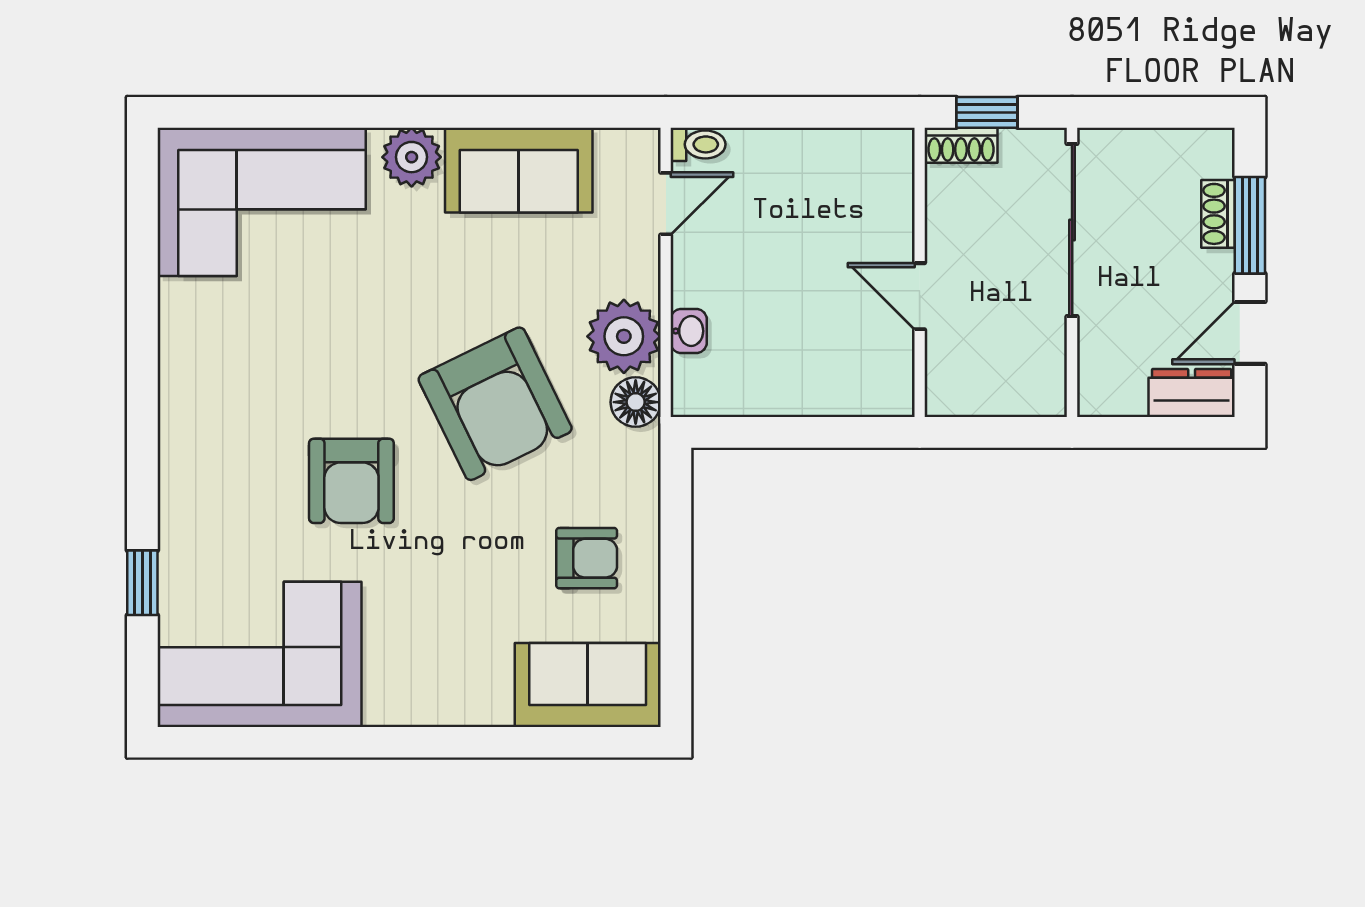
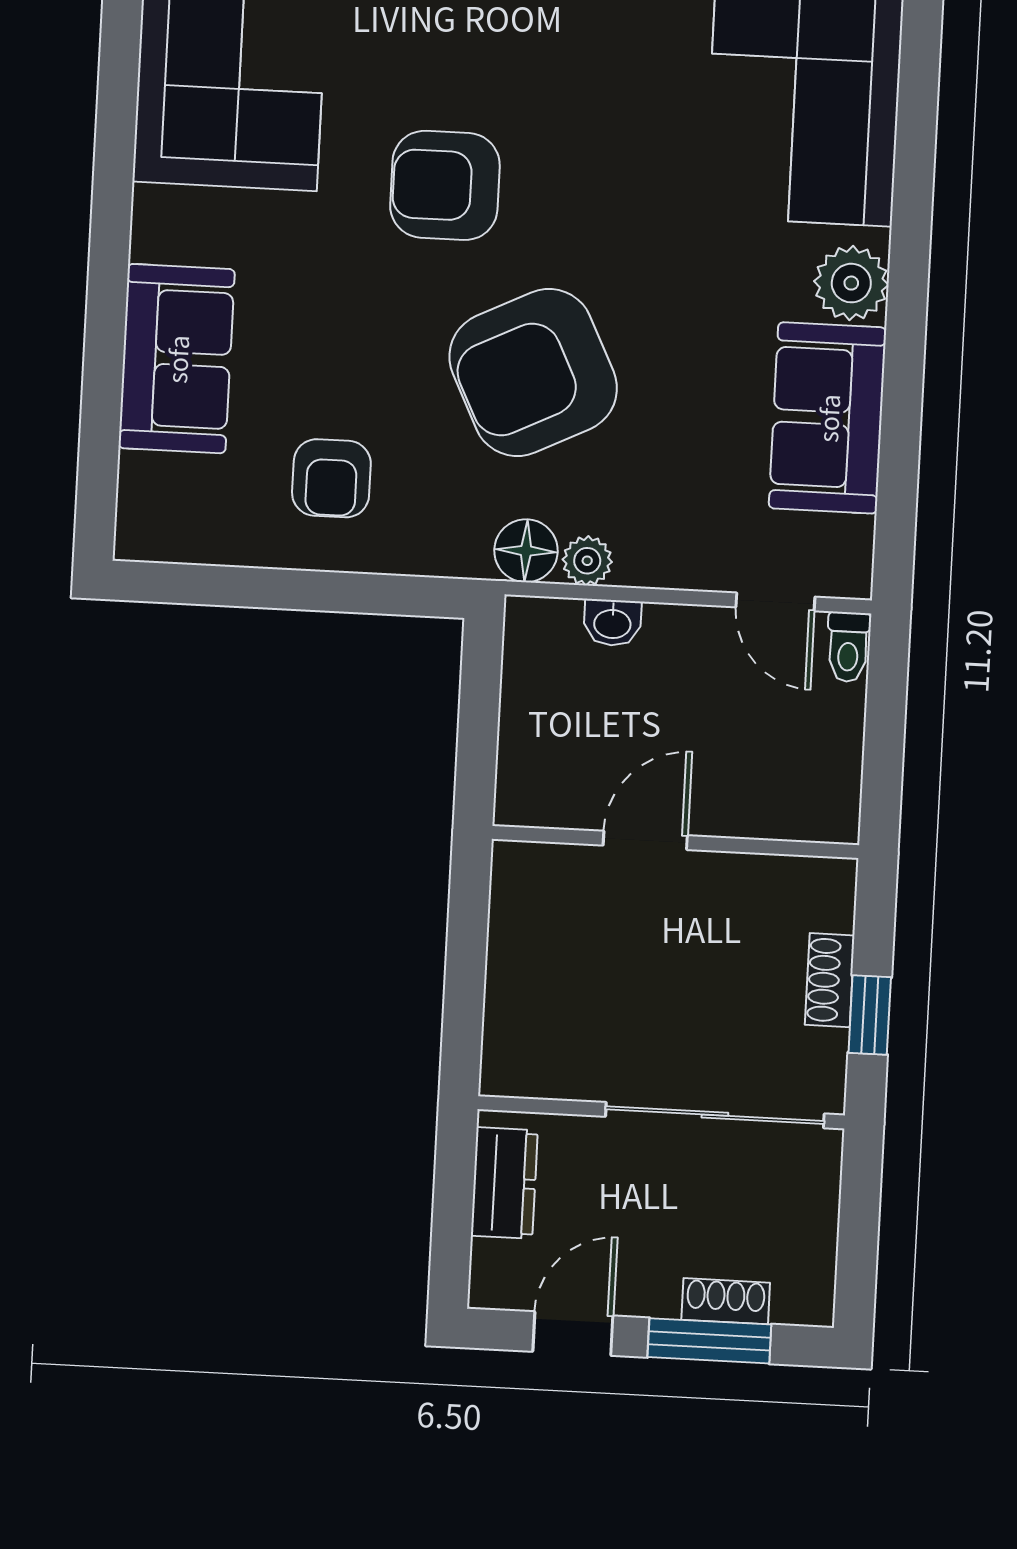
wall: (920, 272) -> (675, 842), moved
door: (920, 296) -> (645, 840), moved
door: (1250, 333) -> (573, 1334), hinge flipped
plant: (624, 336) -> (587, 561), width x0.53, depth x0.53
dresser: (1192, 393) -> (504, 1183), moved
sofa: (588, 685) -> (177, 359), moved

